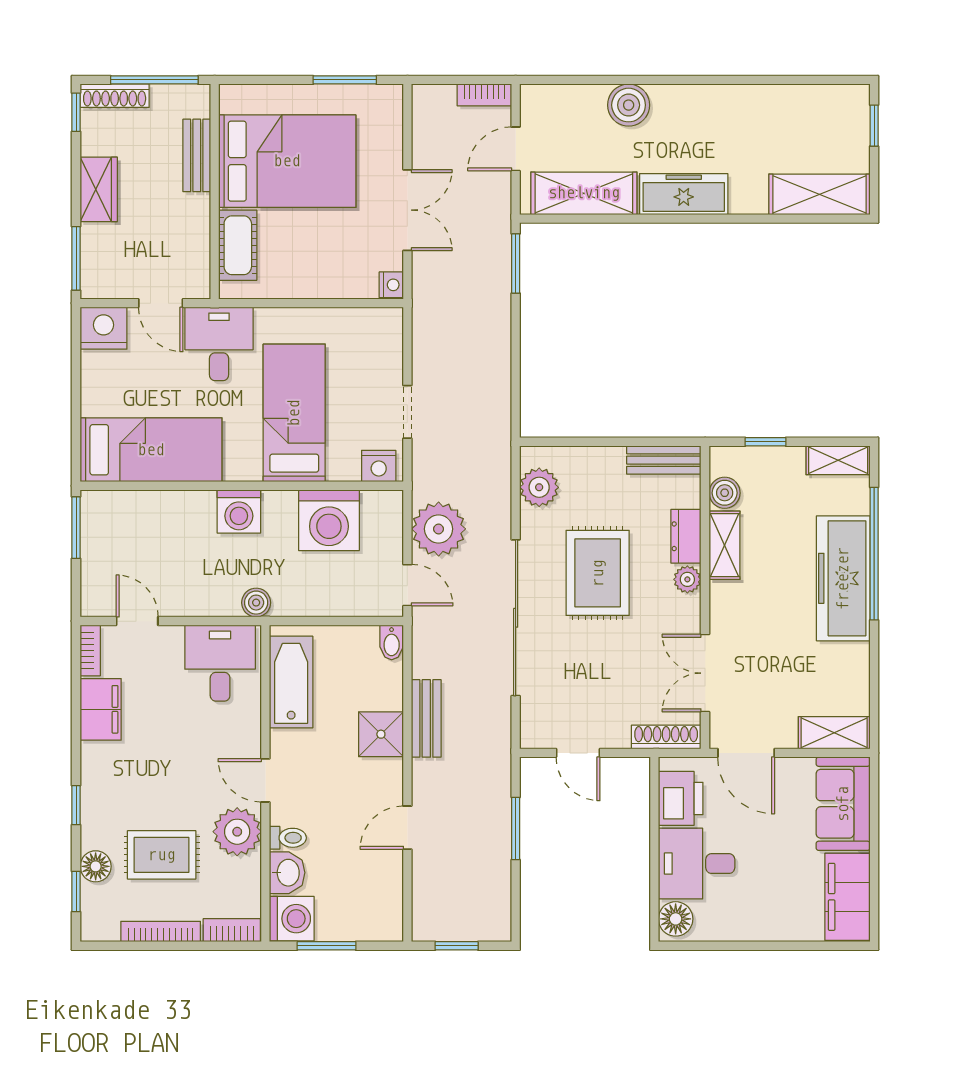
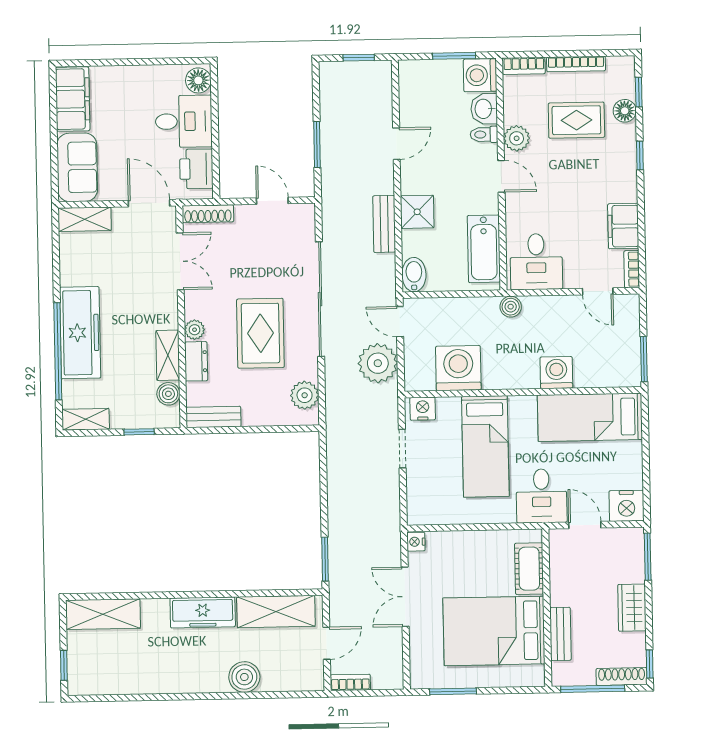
washing machine: (239, 512) -> (556, 373), moved
bidet: (392, 642) -> (414, 275), width x1.38, depth x1.36
plant: (237, 832) -> (517, 138), width x0.73, depth x0.73

